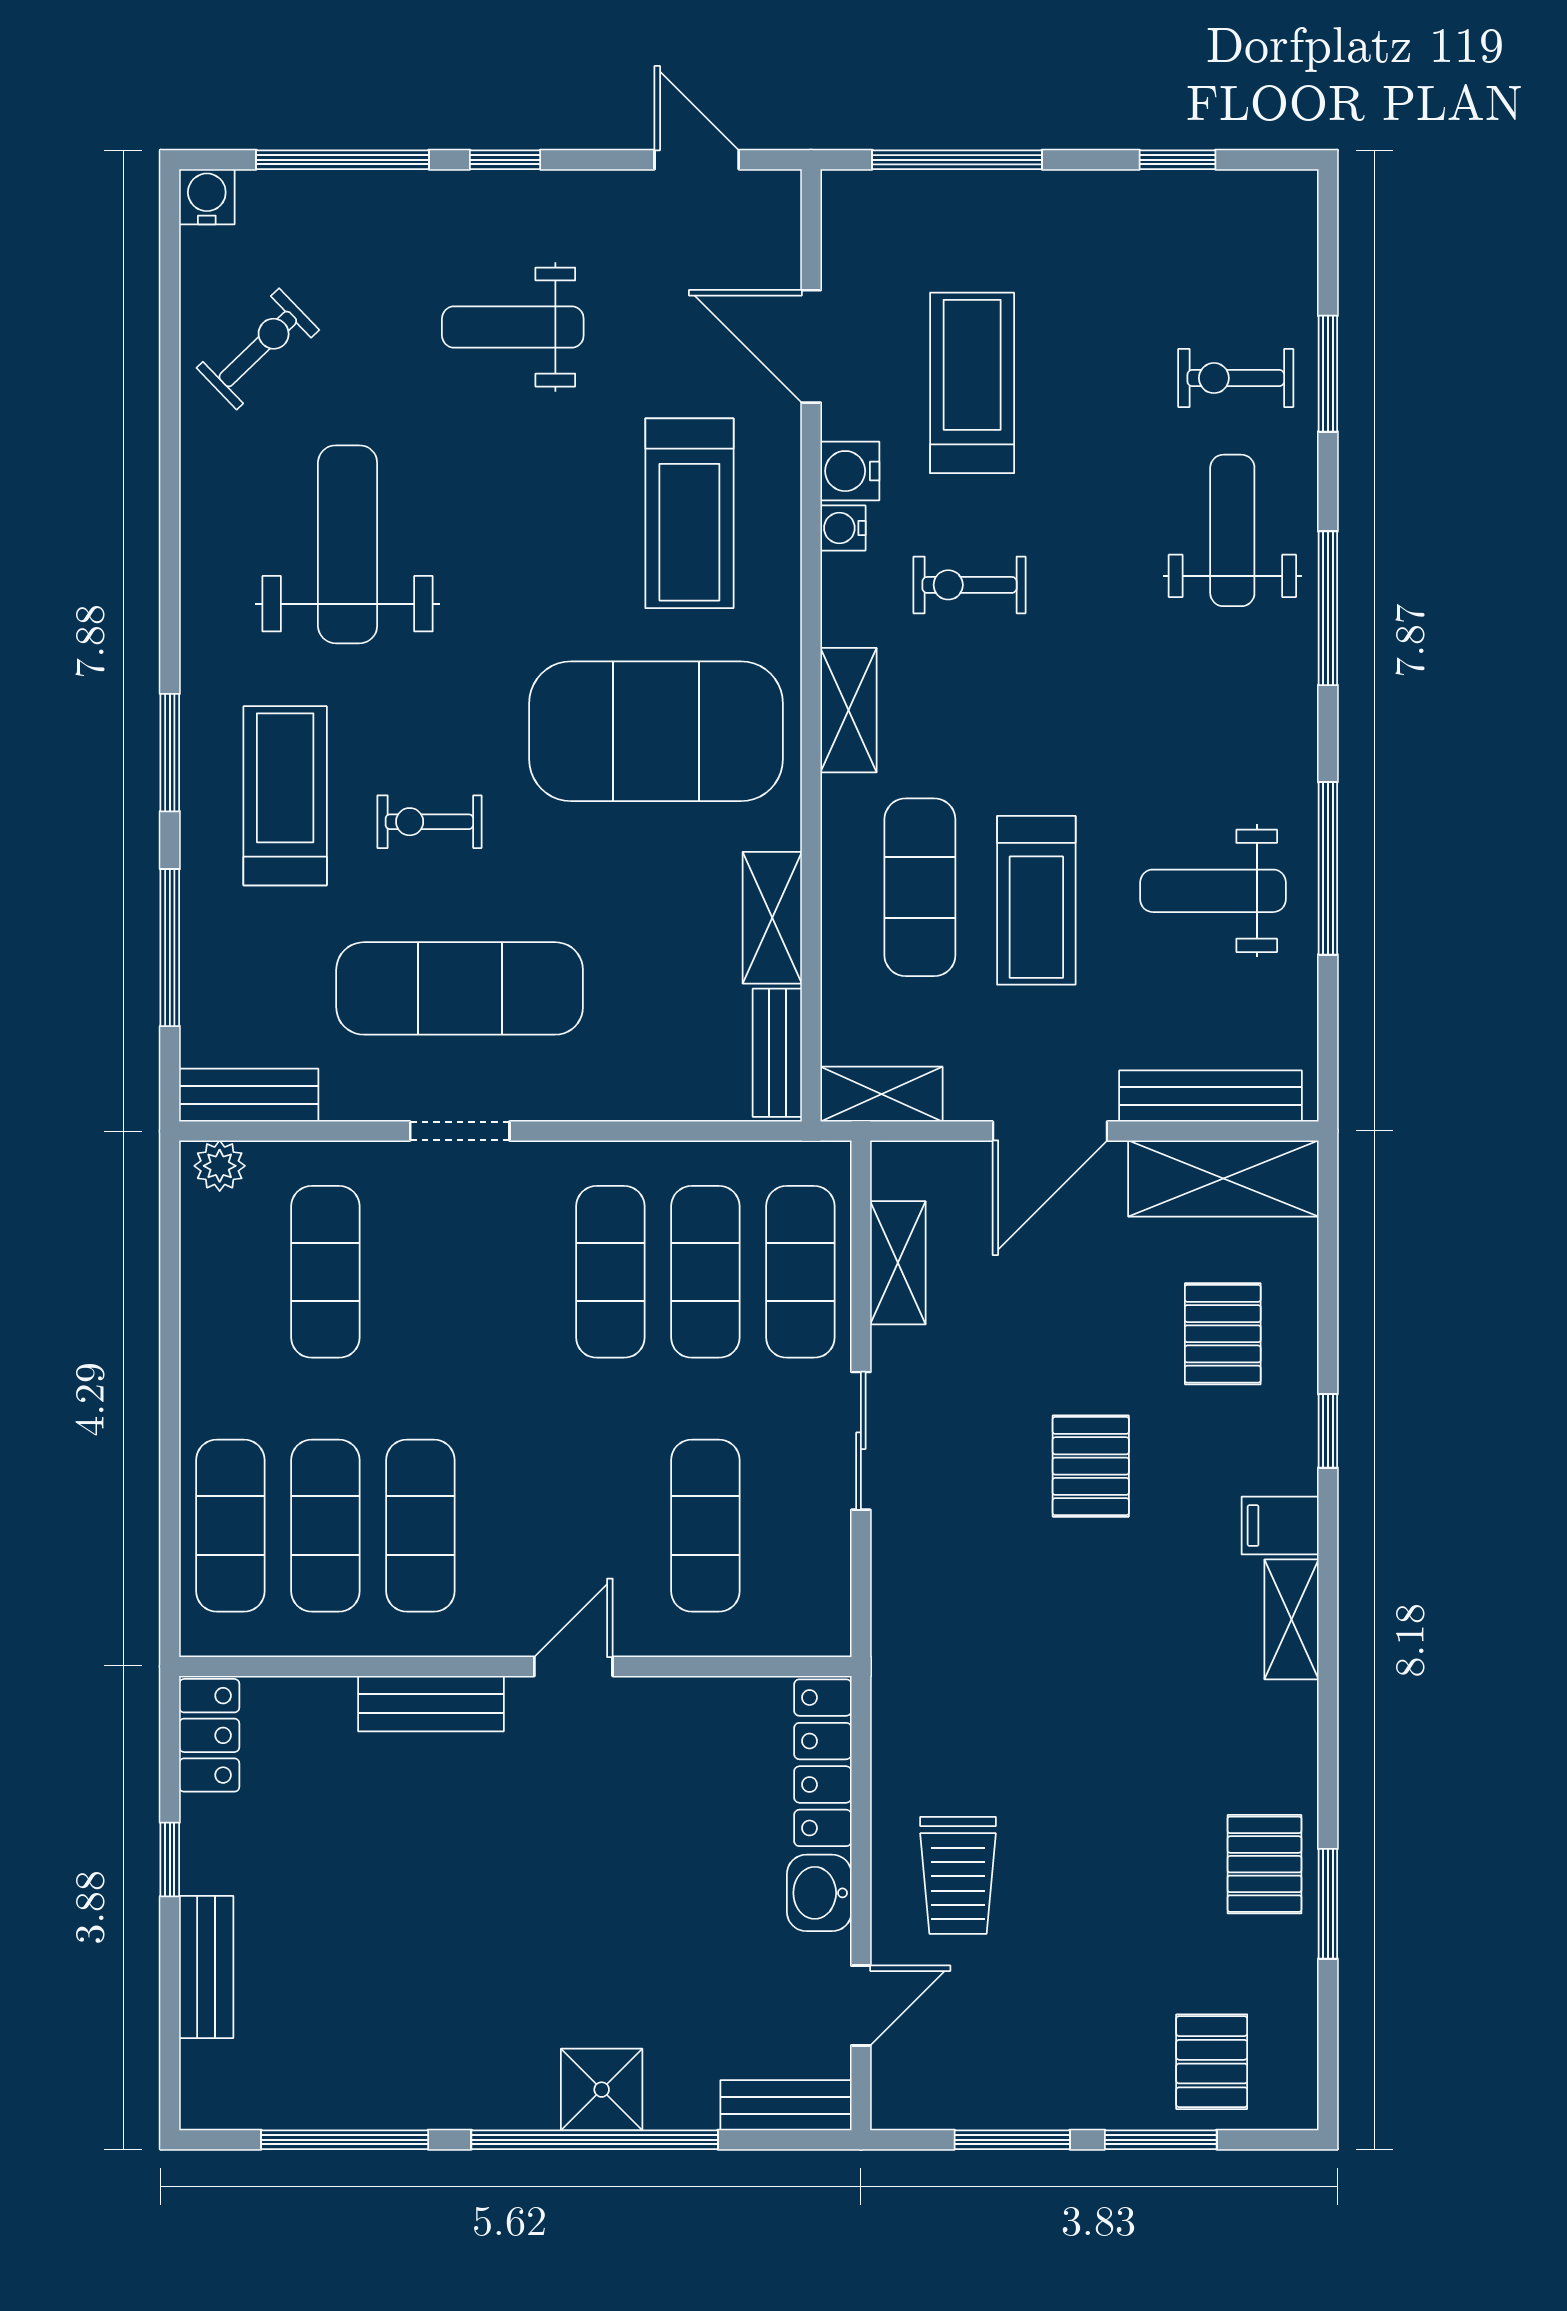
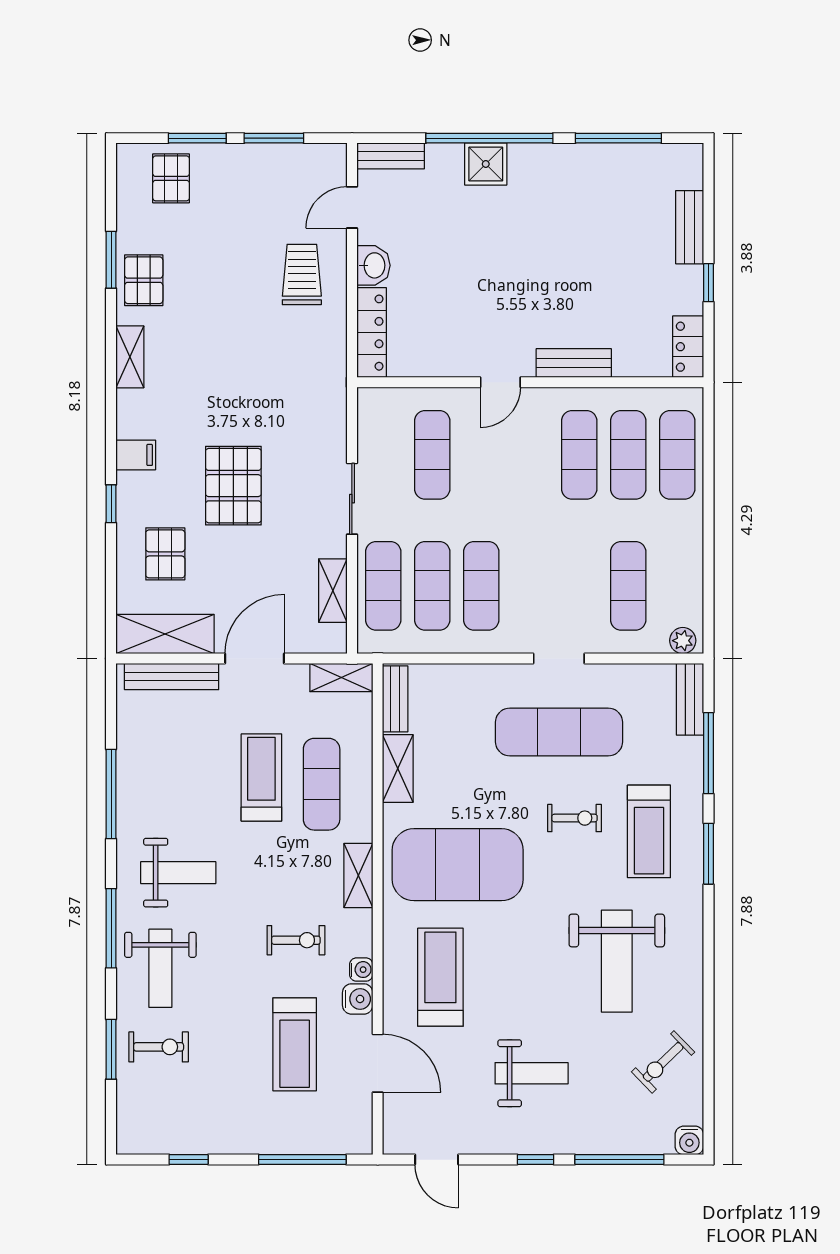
weight bench: (1213, 891) -> (178, 873), moved
bench: (249, 1095) -> (690, 699), moved, turned 90
pallet: (1091, 1466) -> (233, 486), width x1.50, depth x1.42
shelving: (1292, 1619) -> (130, 357), moved

